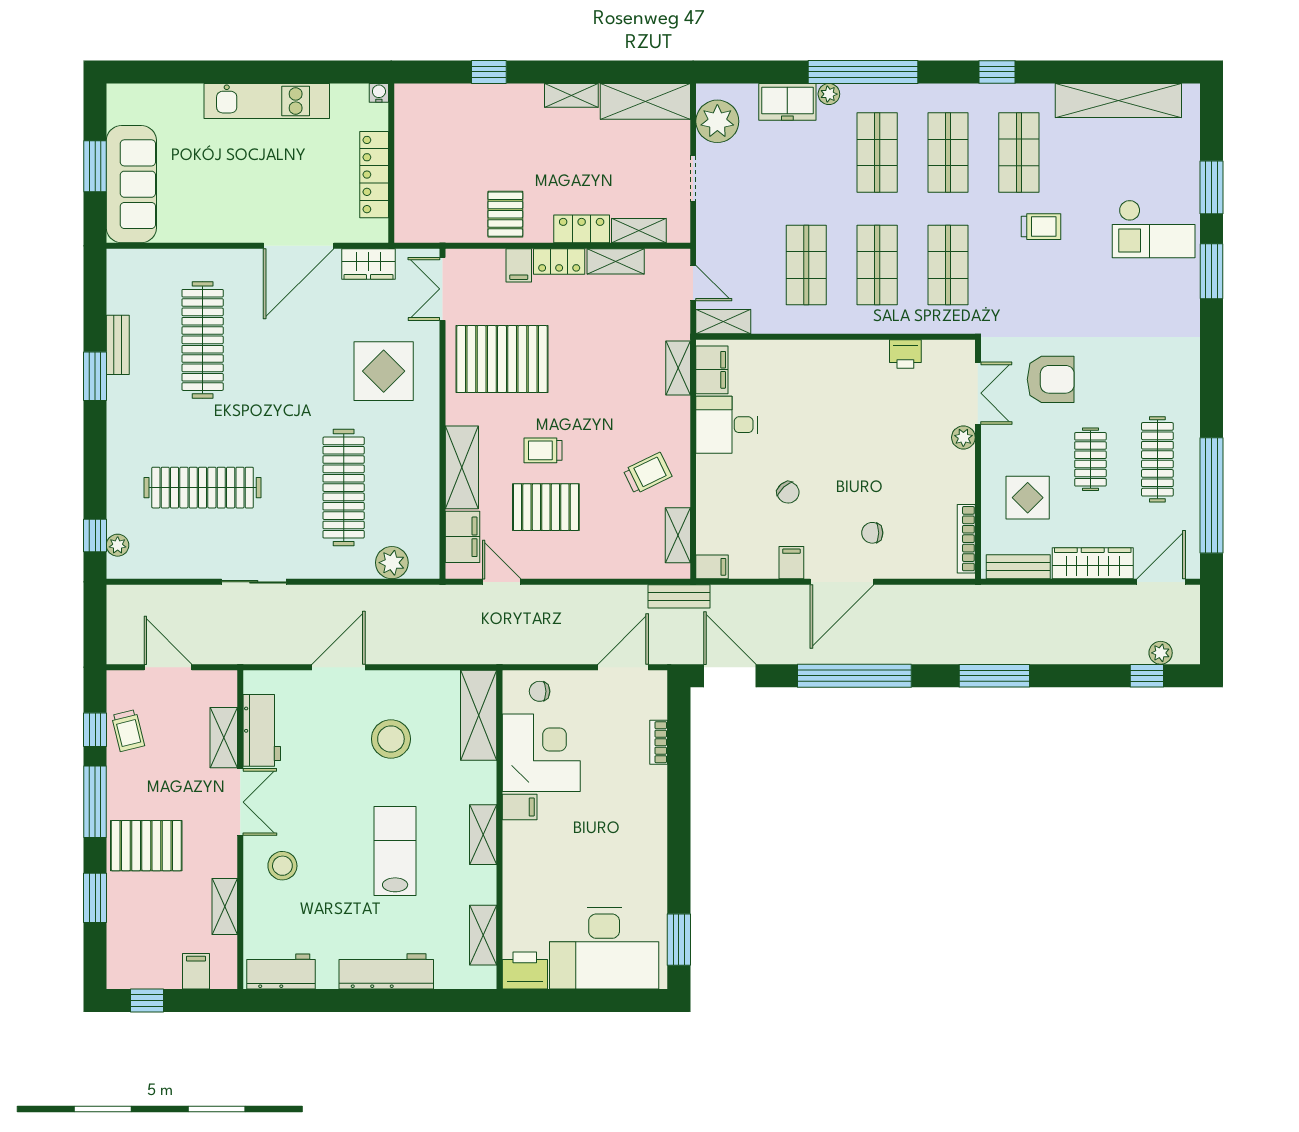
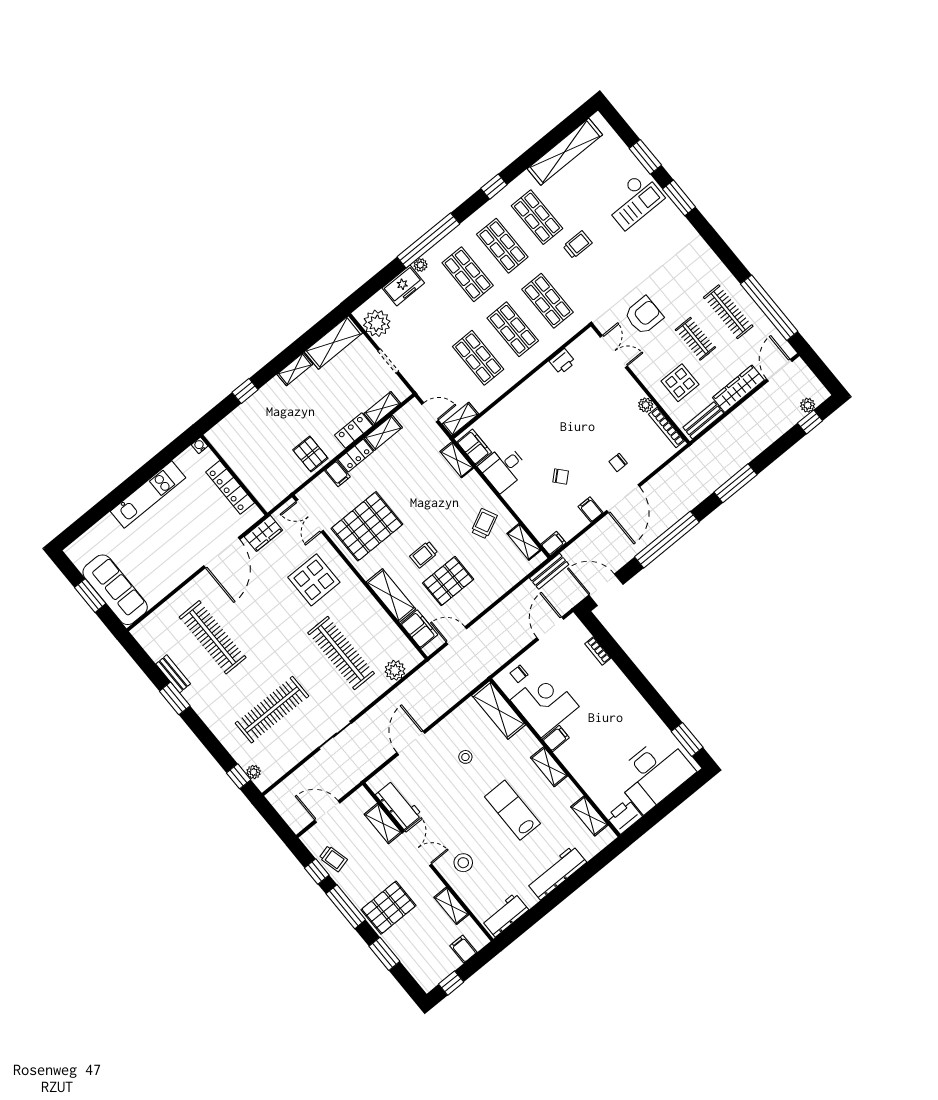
plant: (963, 437) -> (646, 405), moved
stool: (391, 739) -> (465, 757), width x0.53, depth x0.53

